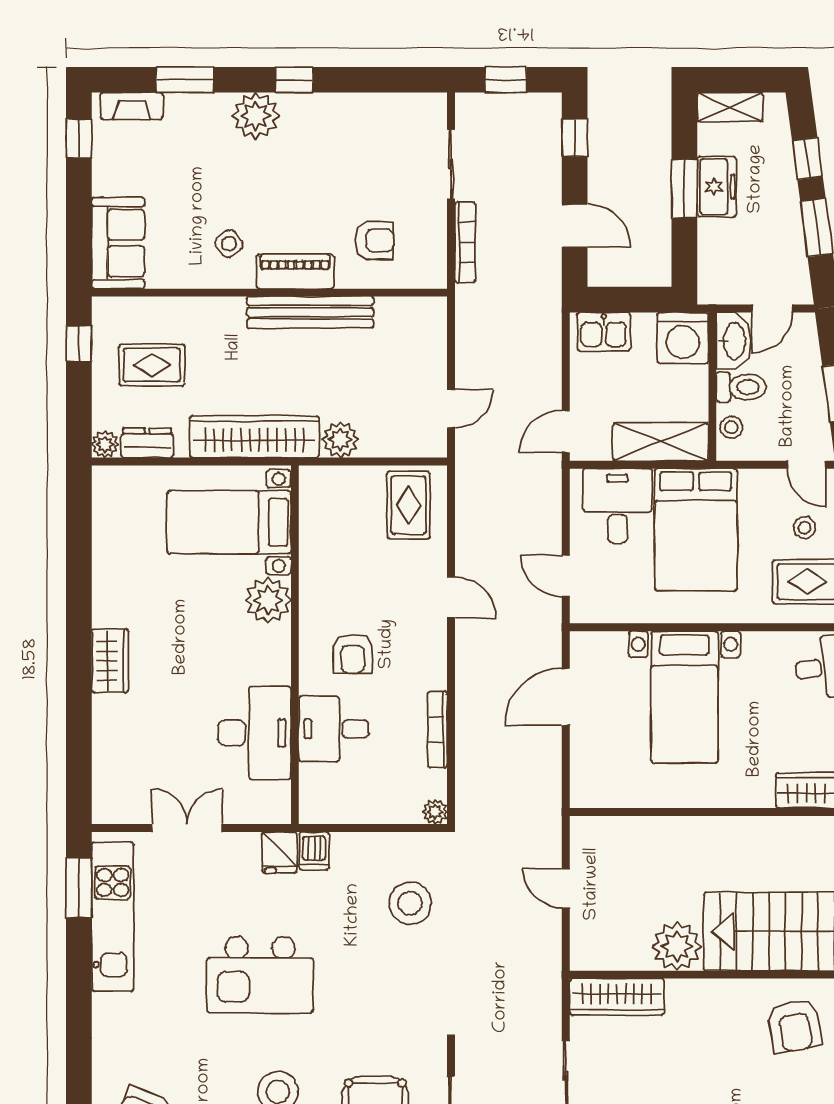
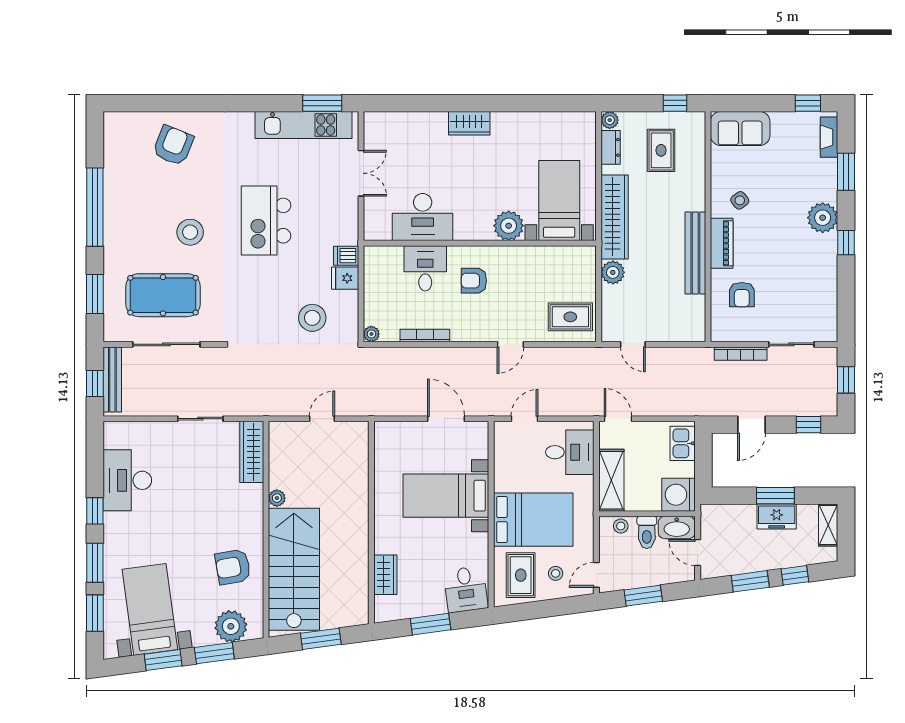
bed: (696, 530) -> (533, 520), moved, turned 180
fridge: (279, 853) -> (345, 278), moved
plant: (677, 946) -> (277, 498), width x0.53, depth x0.53

